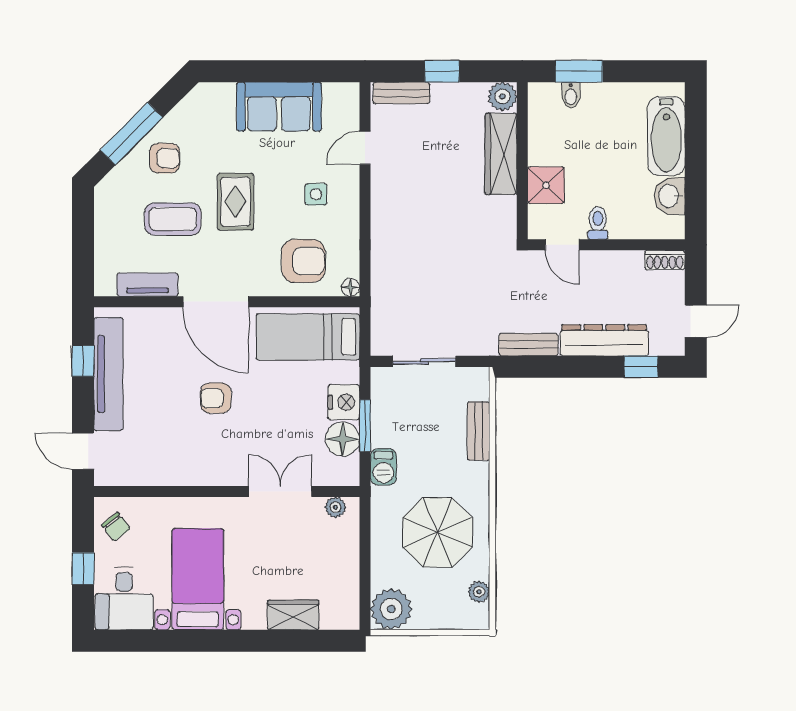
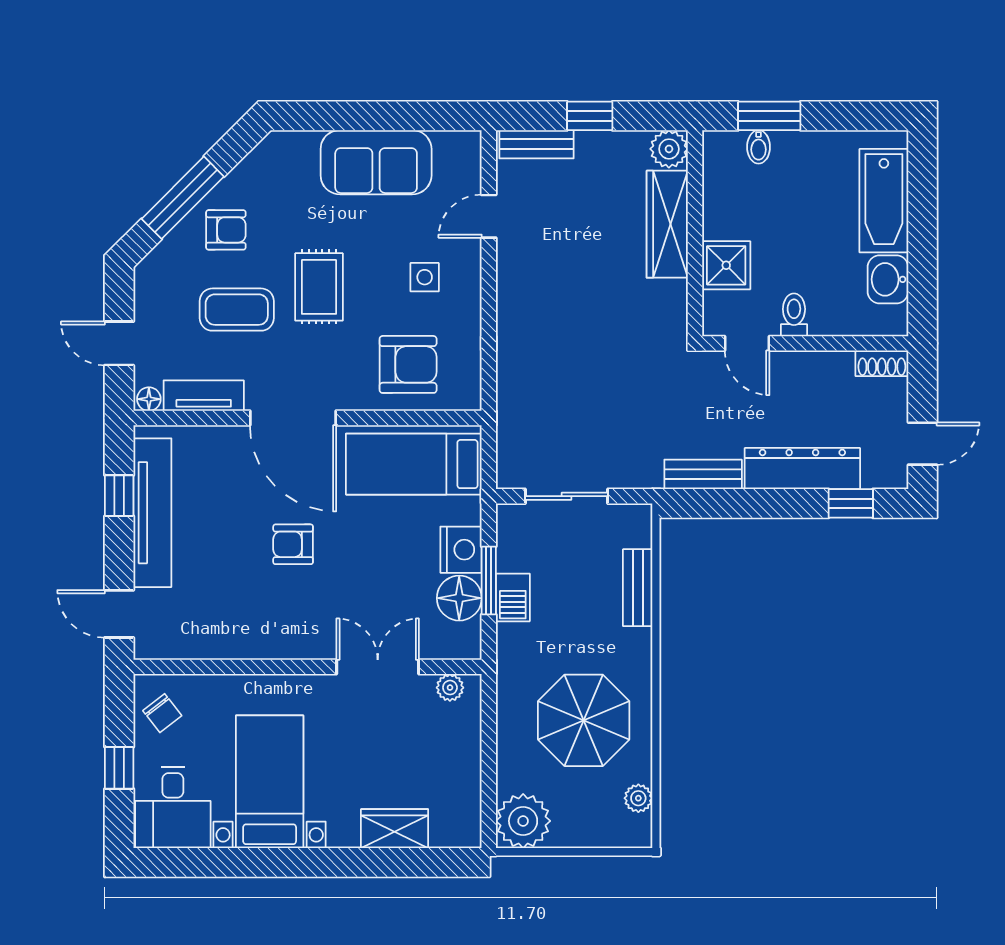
door: (83, 245) -> (119, 343), added
floor lamp: (351, 287) -> (149, 399), moved
barbecue: (383, 467) -> (513, 597), moved

